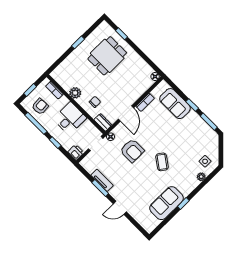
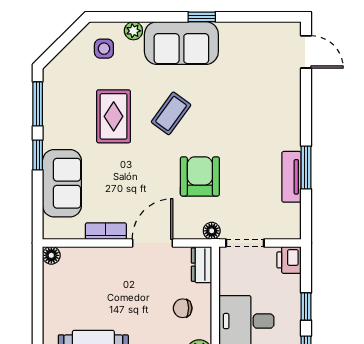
rug: (180, 142) -> (114, 116), added
sofa: (167, 203) -> (181, 43), moved
door: (120, 208) -> (306, 52), moved

